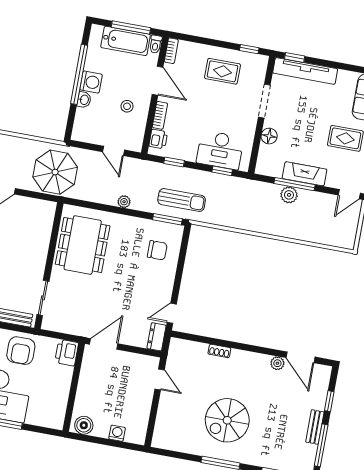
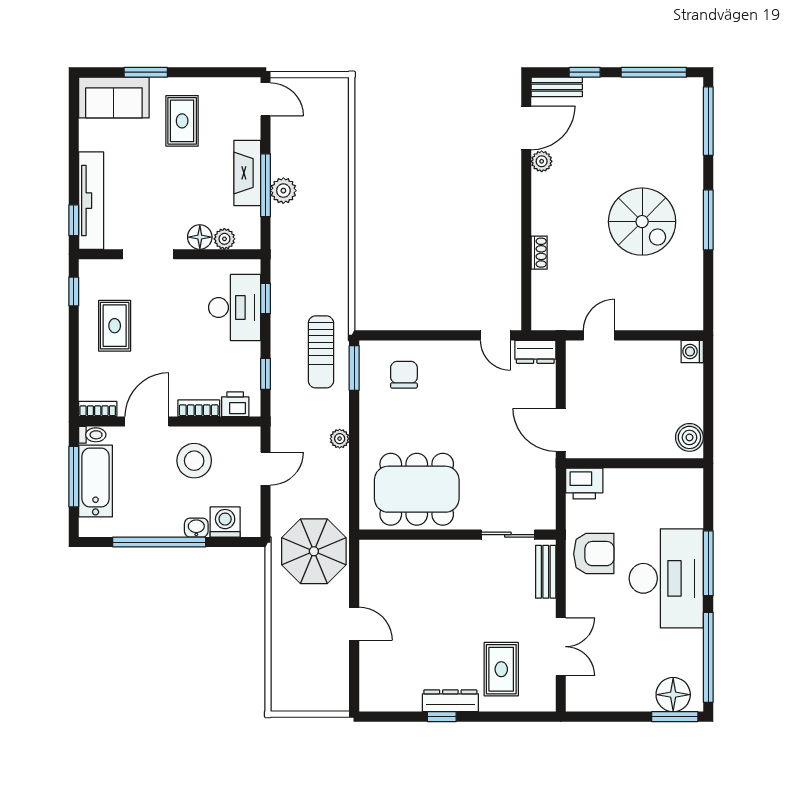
washing machine: (91, 82) -> (225, 522), moved
stool: (127, 106) -> (194, 461), width x1.89, depth x1.89
plant: (265, 152) -> (224, 239), added
sun lounger: (182, 200) -> (321, 352), turned 180
bench: (315, 427) -> (557, 87), moved
washing machine: (117, 433) -> (692, 351), moved

